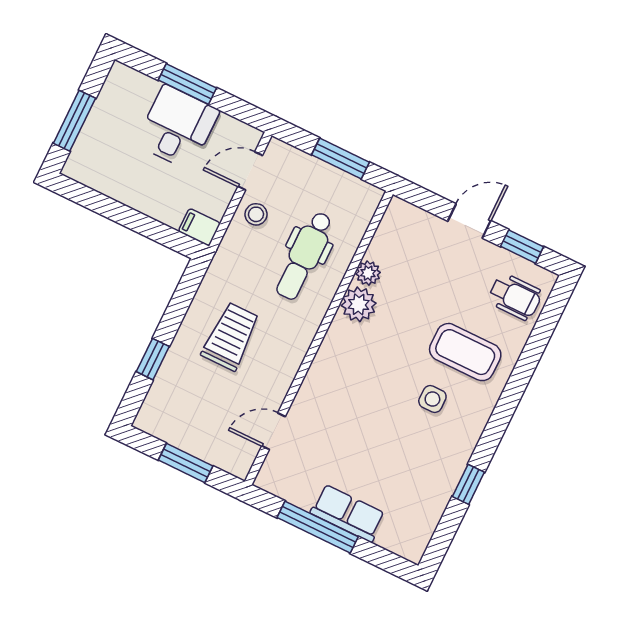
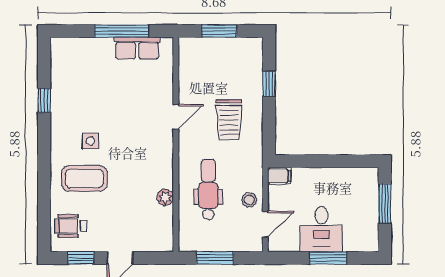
plant: (359, 304) -> (162, 176), removed
door: (274, 431) -> (176, 117), moved
row of seats: (348, 513) -> (137, 48), moved

